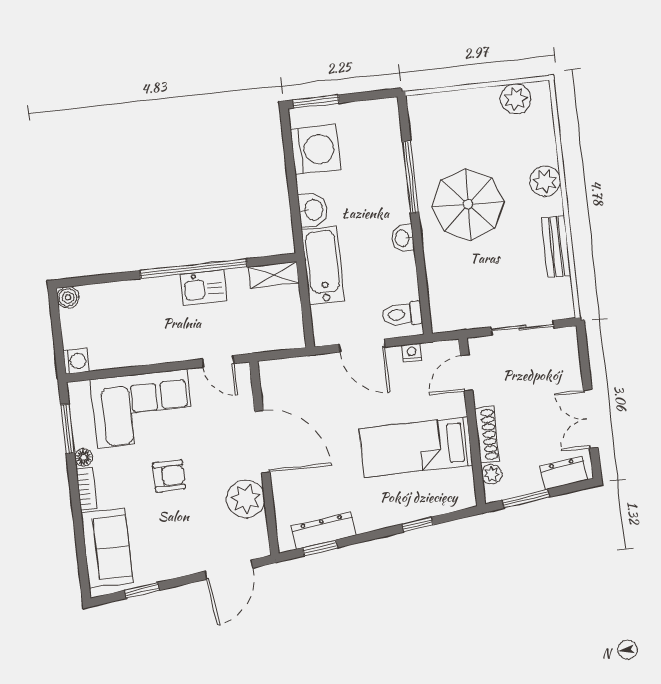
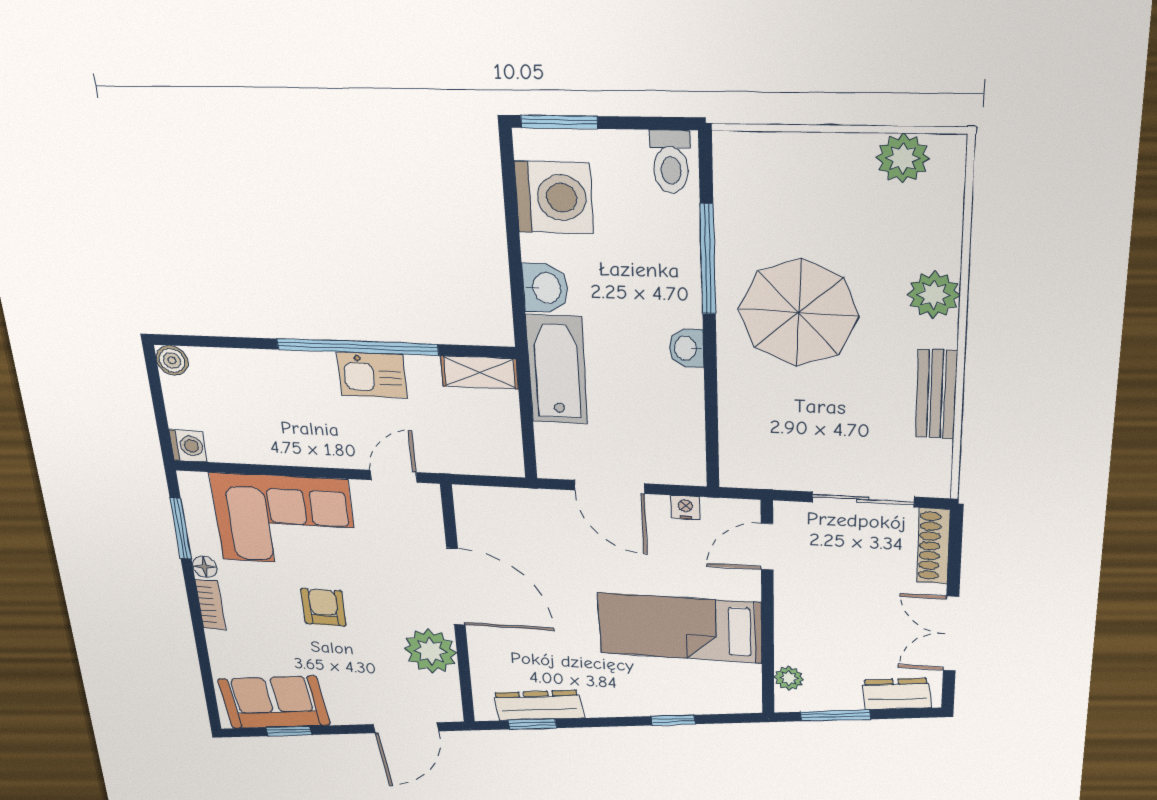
toilet: (402, 314) -> (671, 162), moved, turned -90
door: (218, 361) -> (394, 476), swing flipped
shoe rack: (487, 435) -> (934, 546), moved, turned 180
armchair: (169, 476) -> (323, 607), turned -90
sofa: (107, 548) -> (274, 702), moved, turned -97

